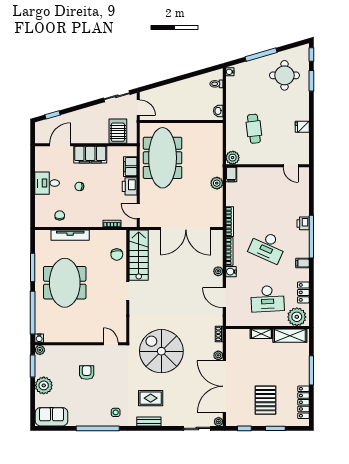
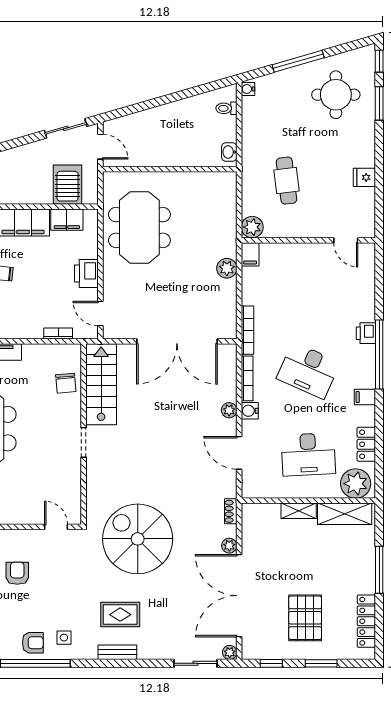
meeting table: (163, 158) -> (139, 227), width x0.73
filing cabinet: (130, 167) -> (67, 220), moved, turned -90
armchair: (96, 416) -> (33, 643), added

